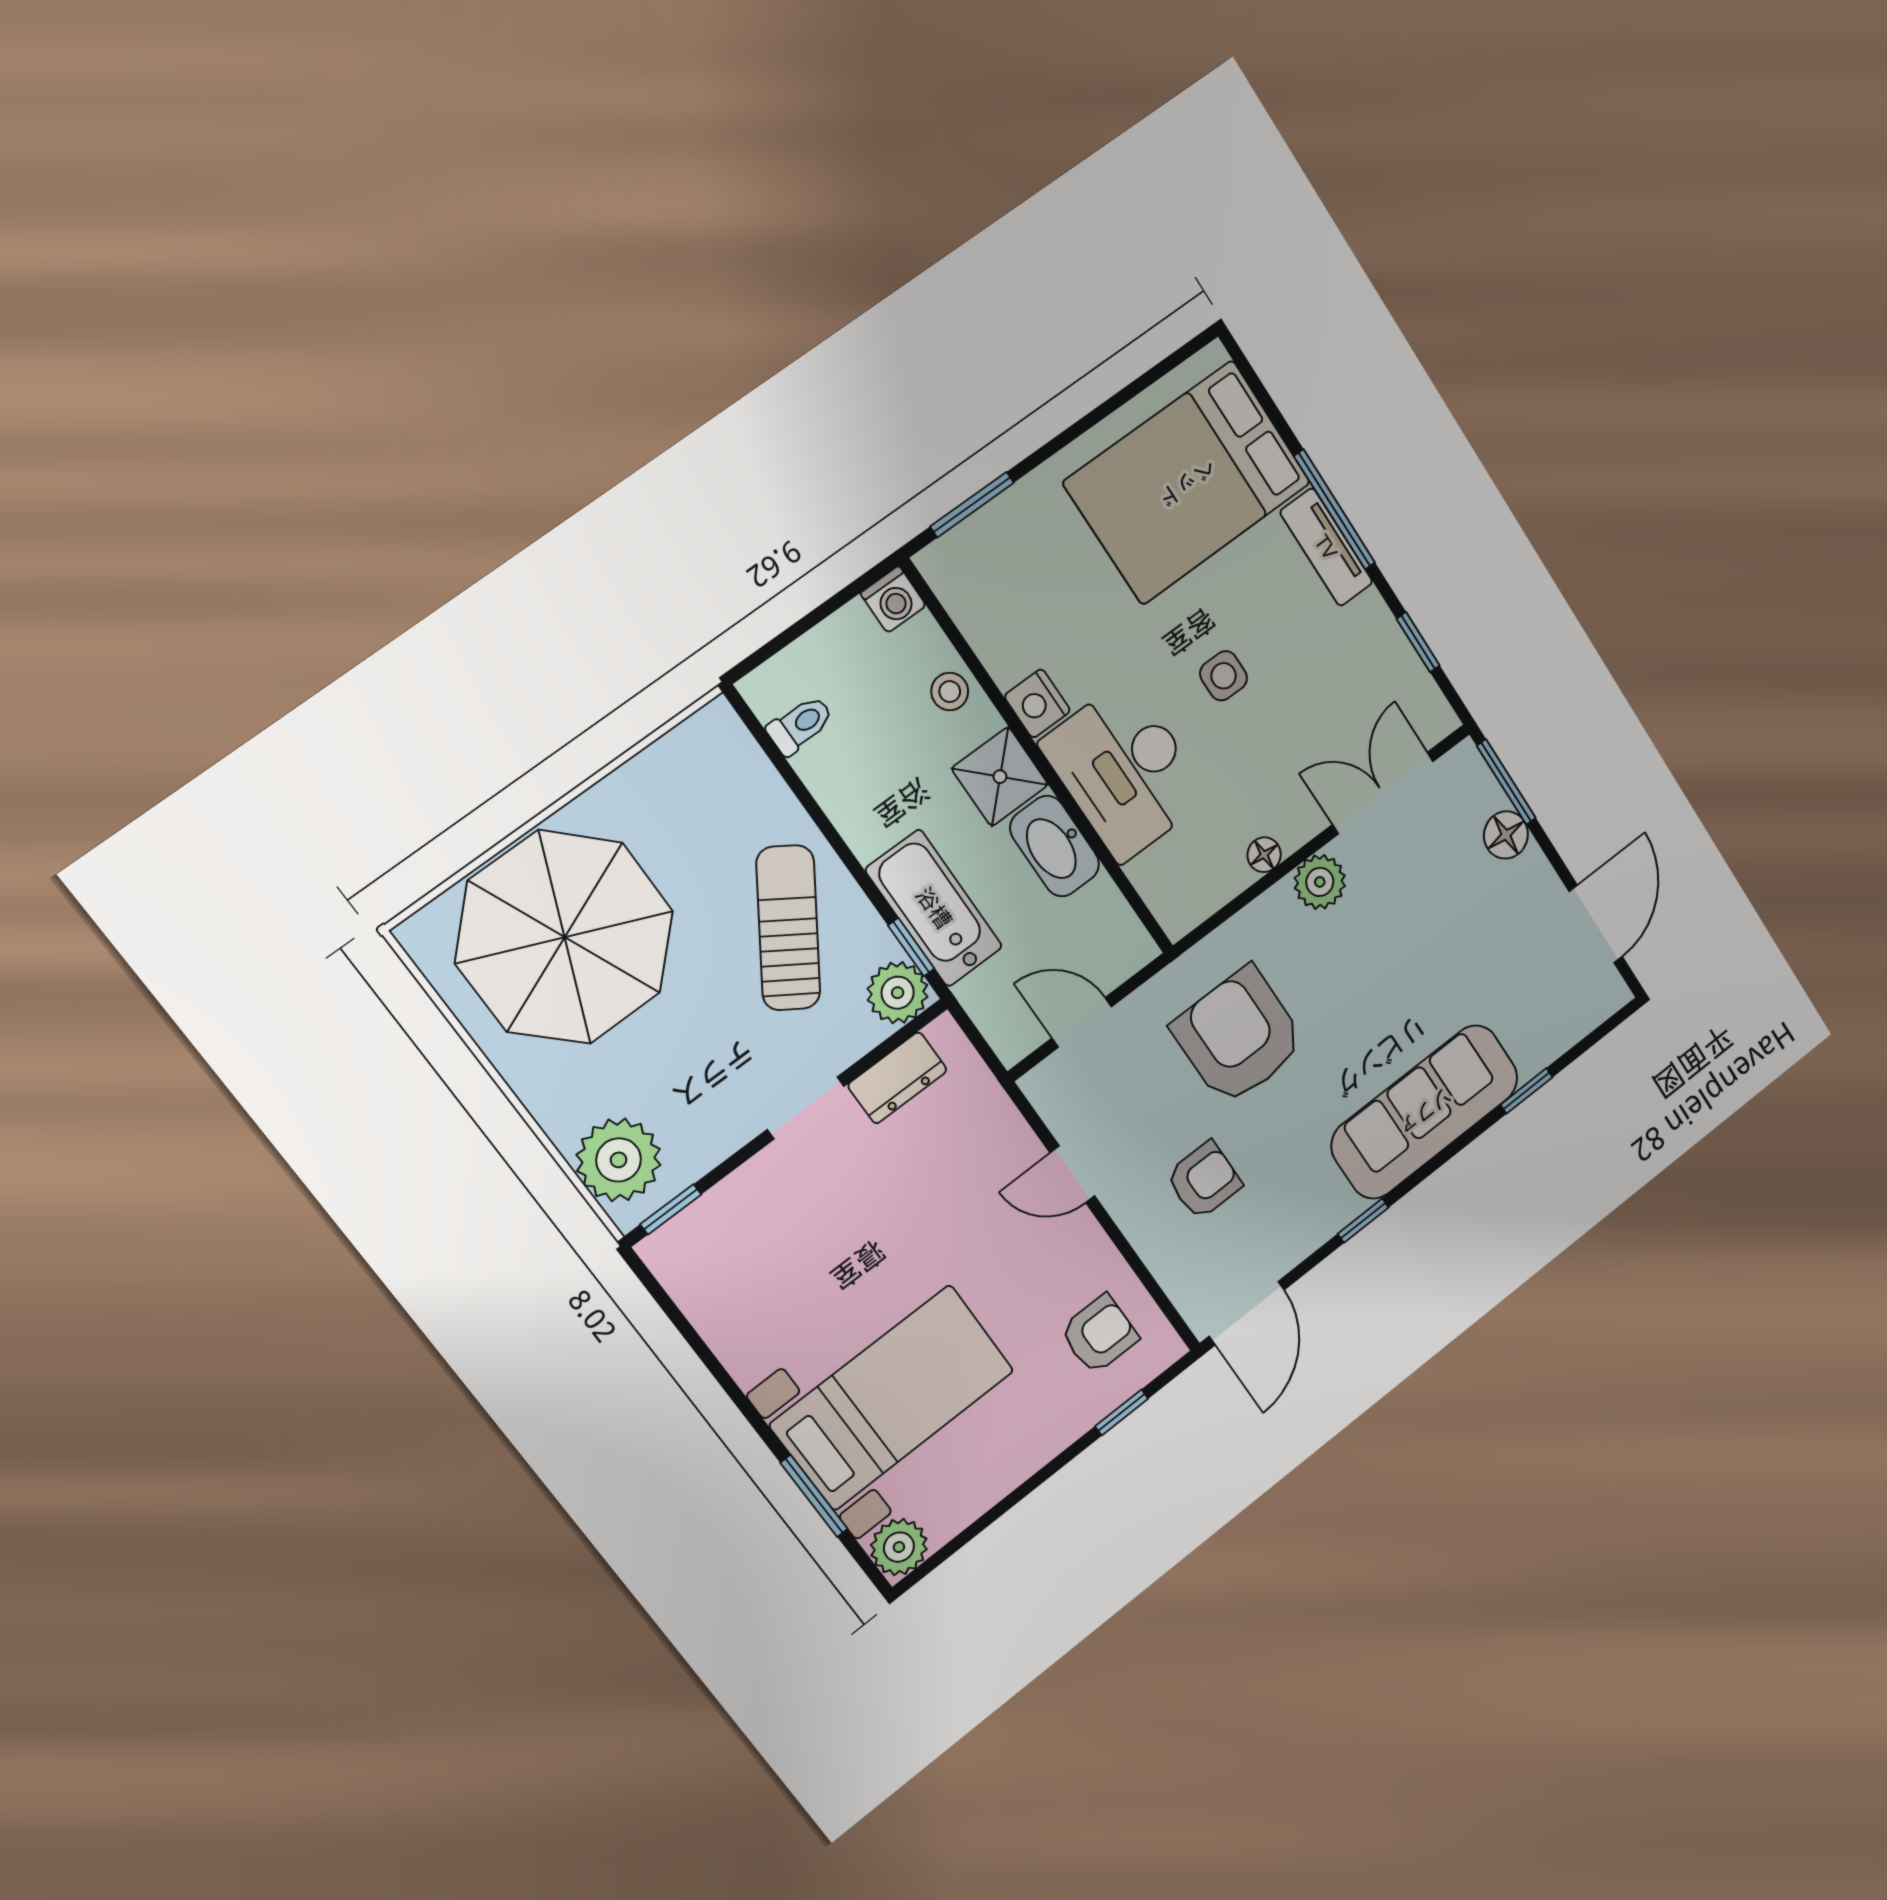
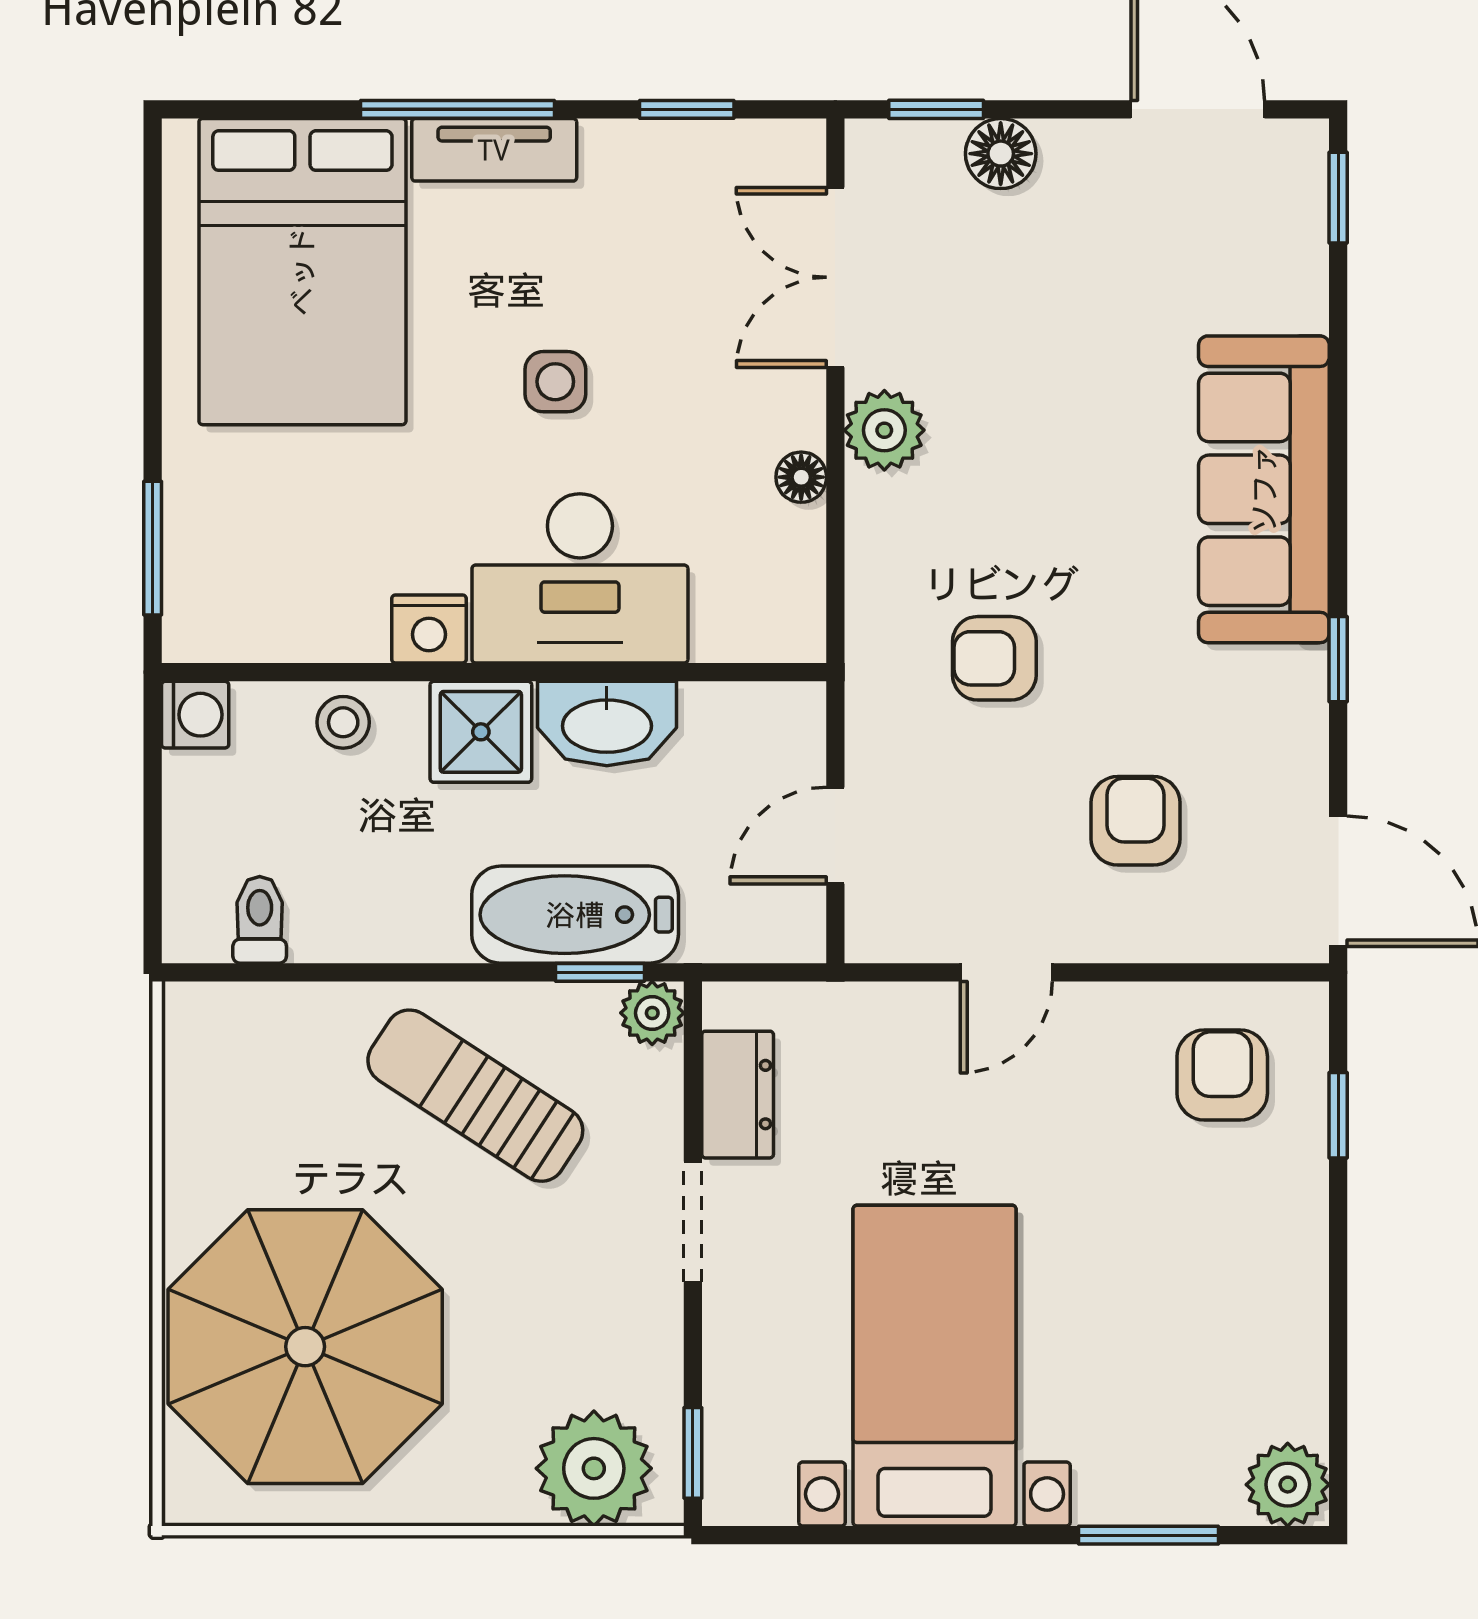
window: (1506, 782) -> (936, 109), width x0.67
plant: (898, 993) -> (652, 1013), width x0.73, depth x0.73
armchair: (1239, 1036) -> (994, 658), width x0.53, depth x0.53
window: (1526, 1091) -> (1338, 198), moved
bed with nightstands: (892, 1398) -> (935, 1366), moved

